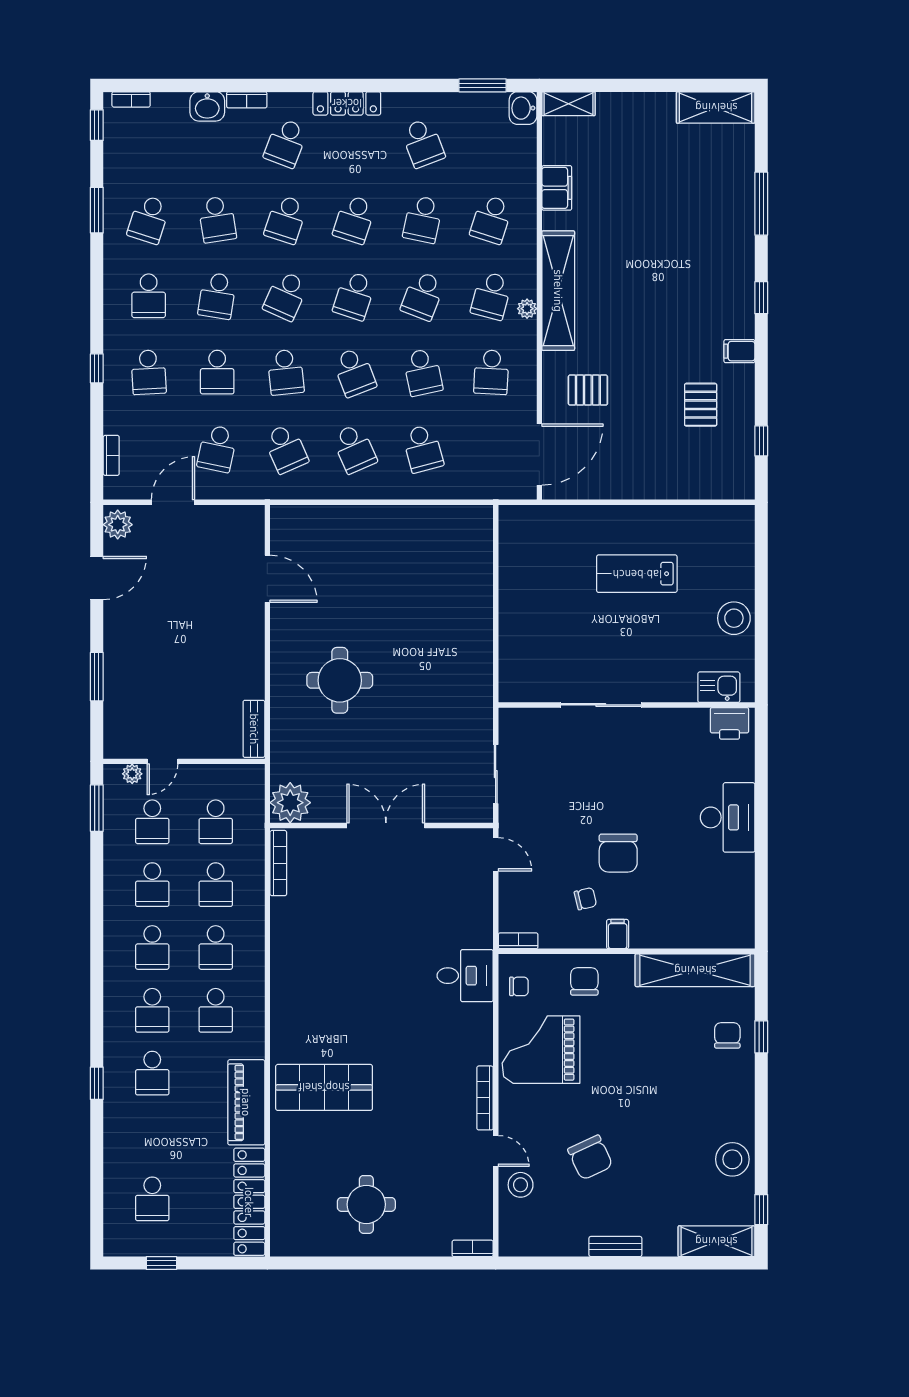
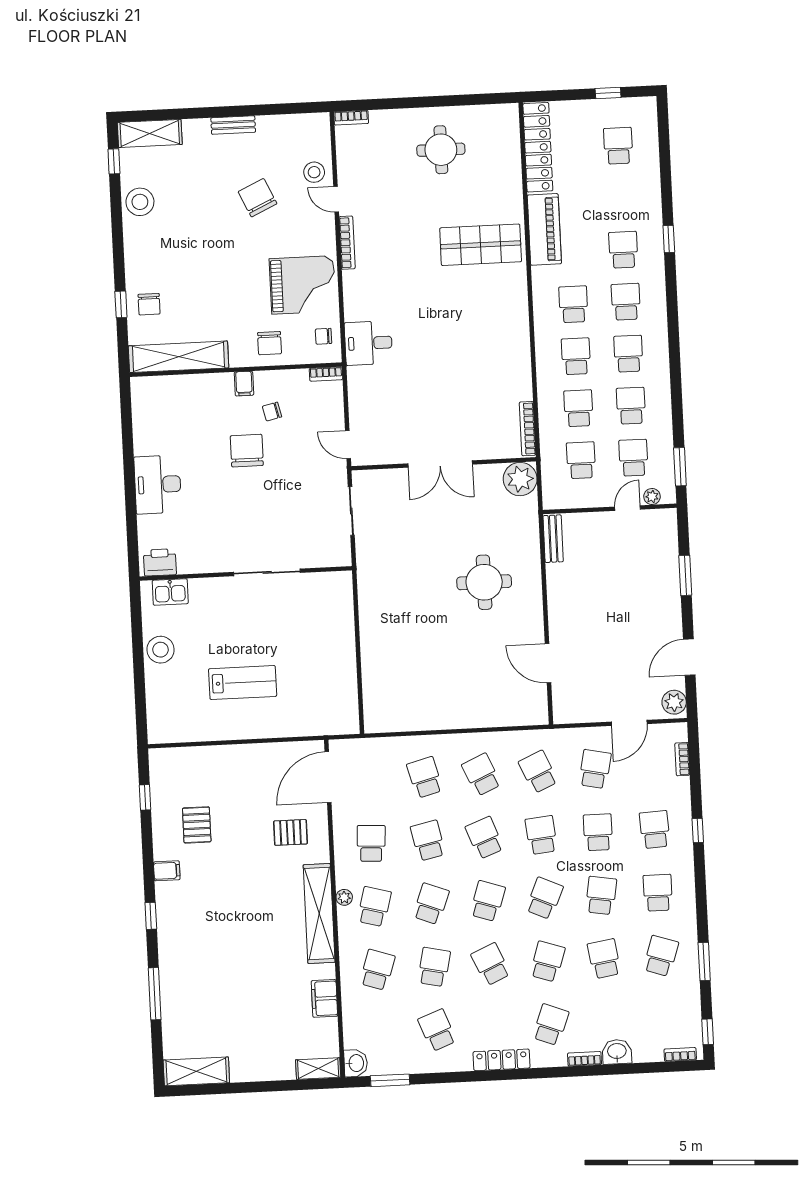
school desk: (354, 219) -> (491, 964), turned -42

